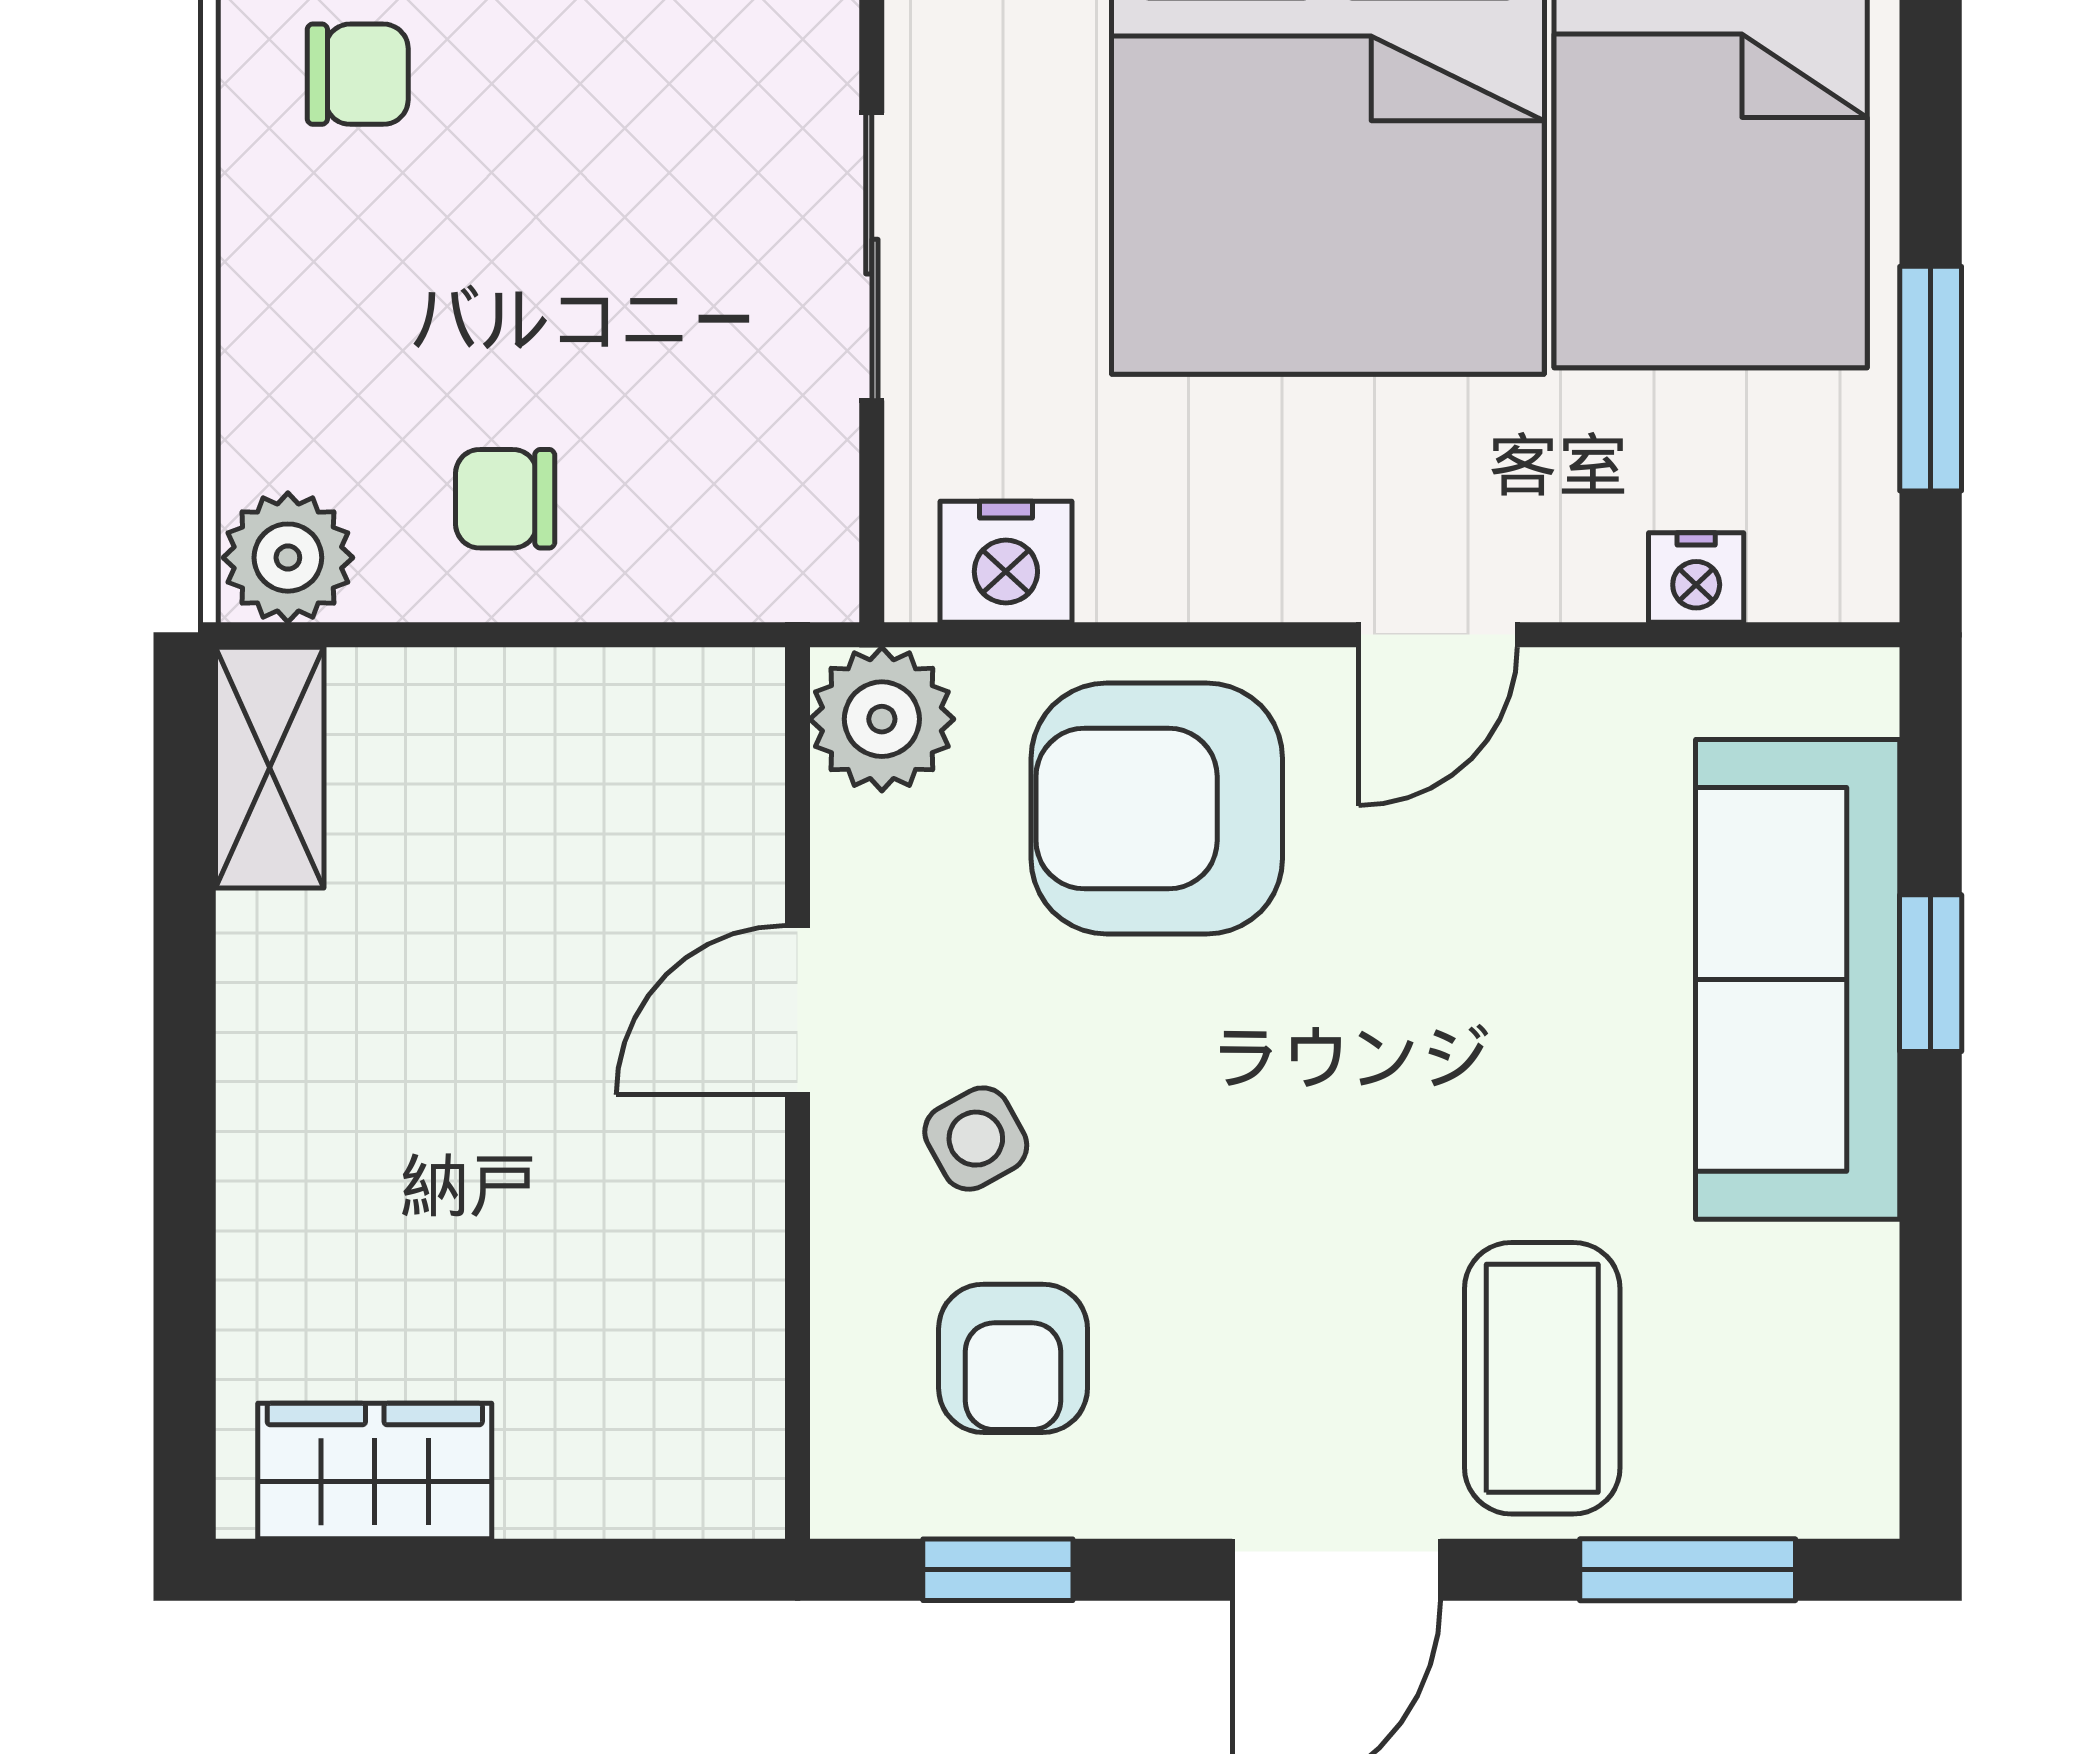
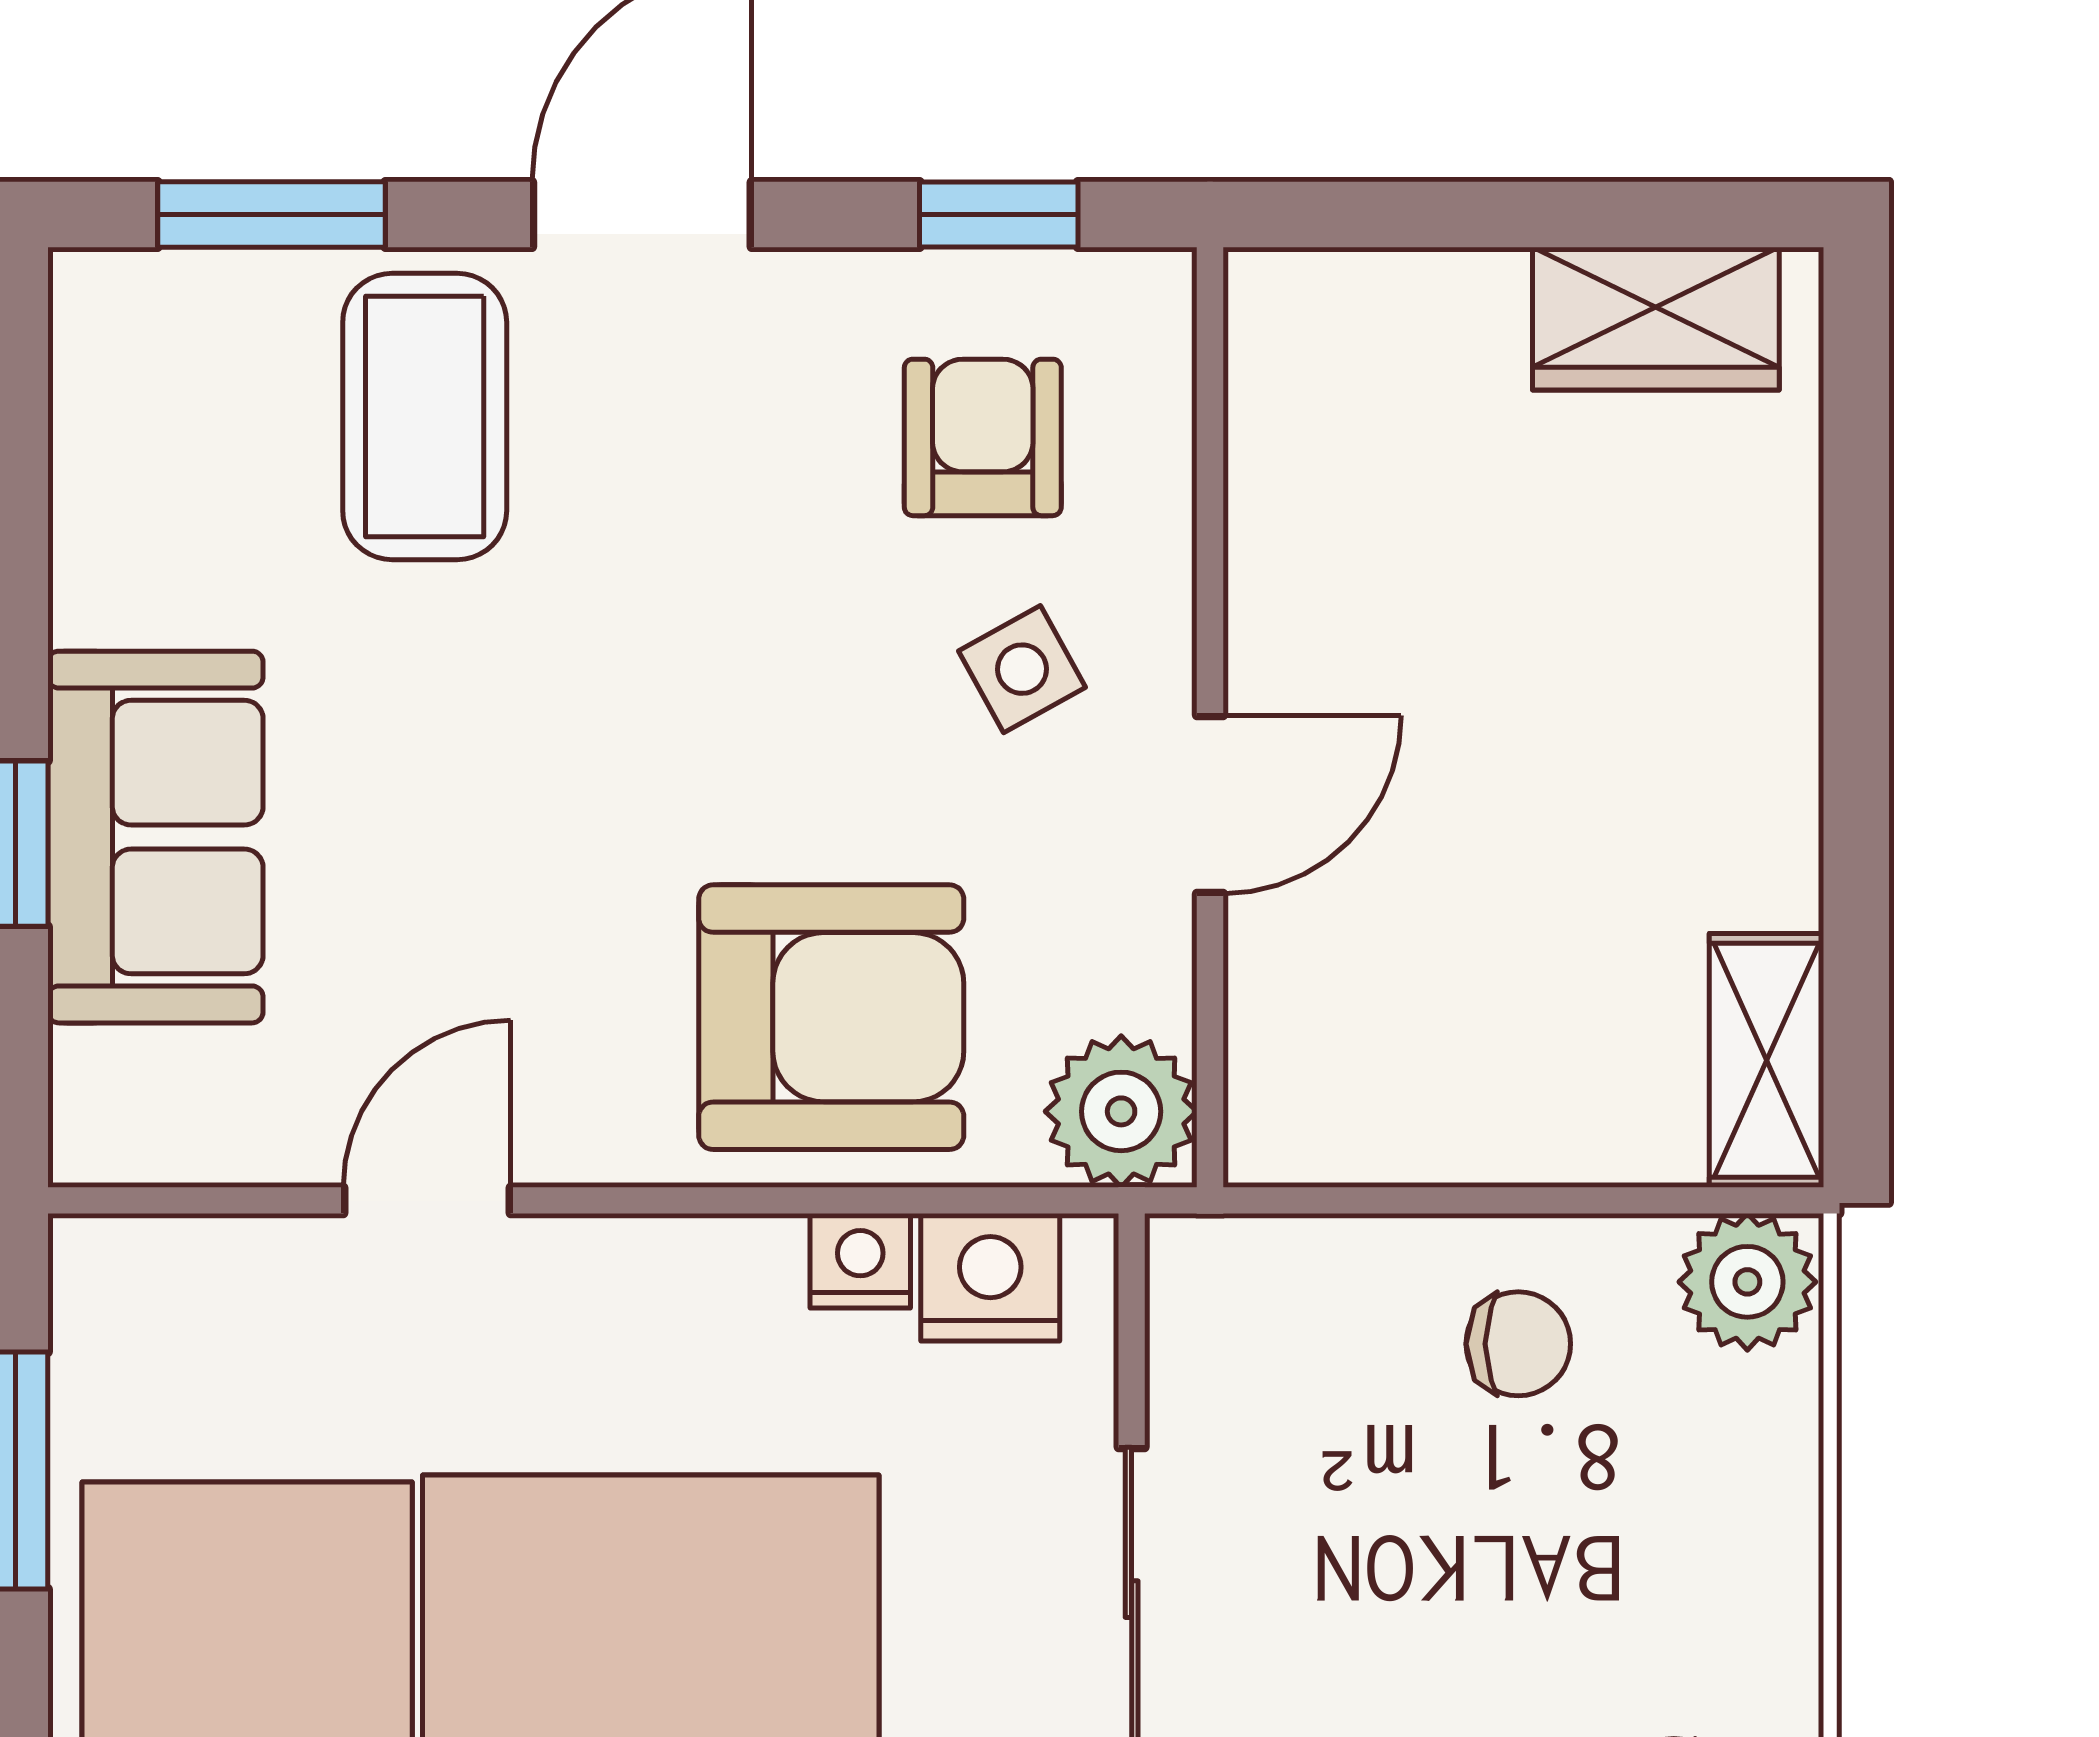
nightstand: (1696, 578) -> (860, 1261), moved
door: (1438, 635) -> (427, 1200), moved
sofa: (1798, 979) -> (155, 837), width x0.73

